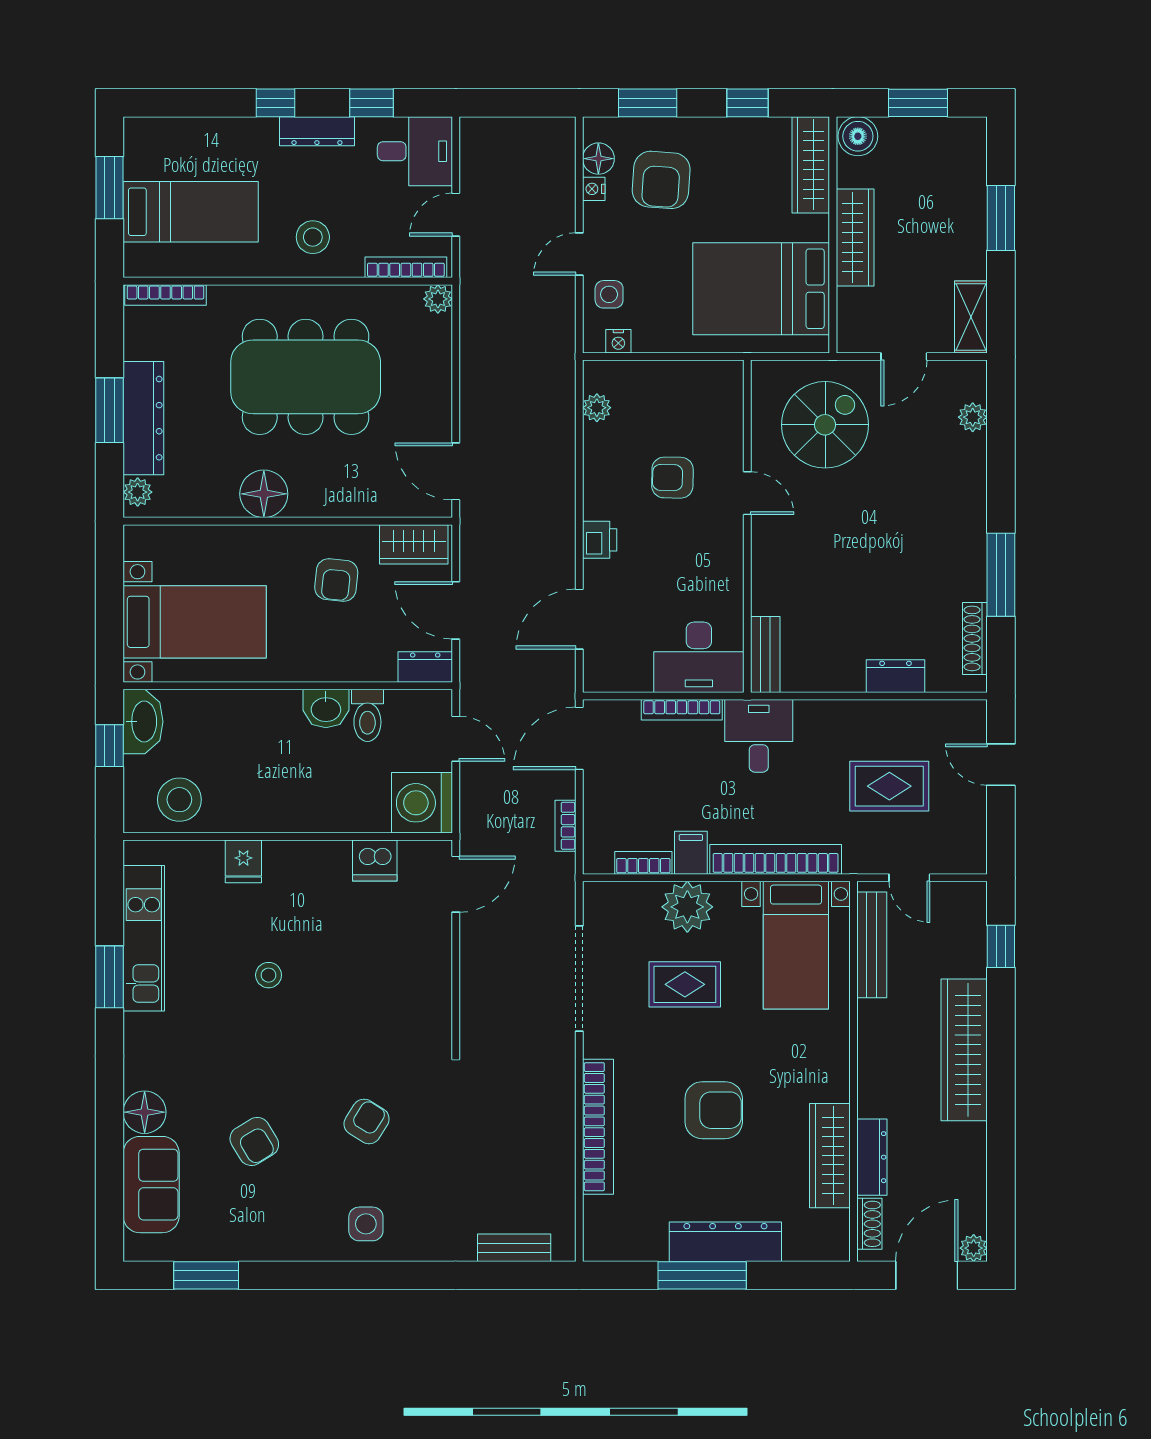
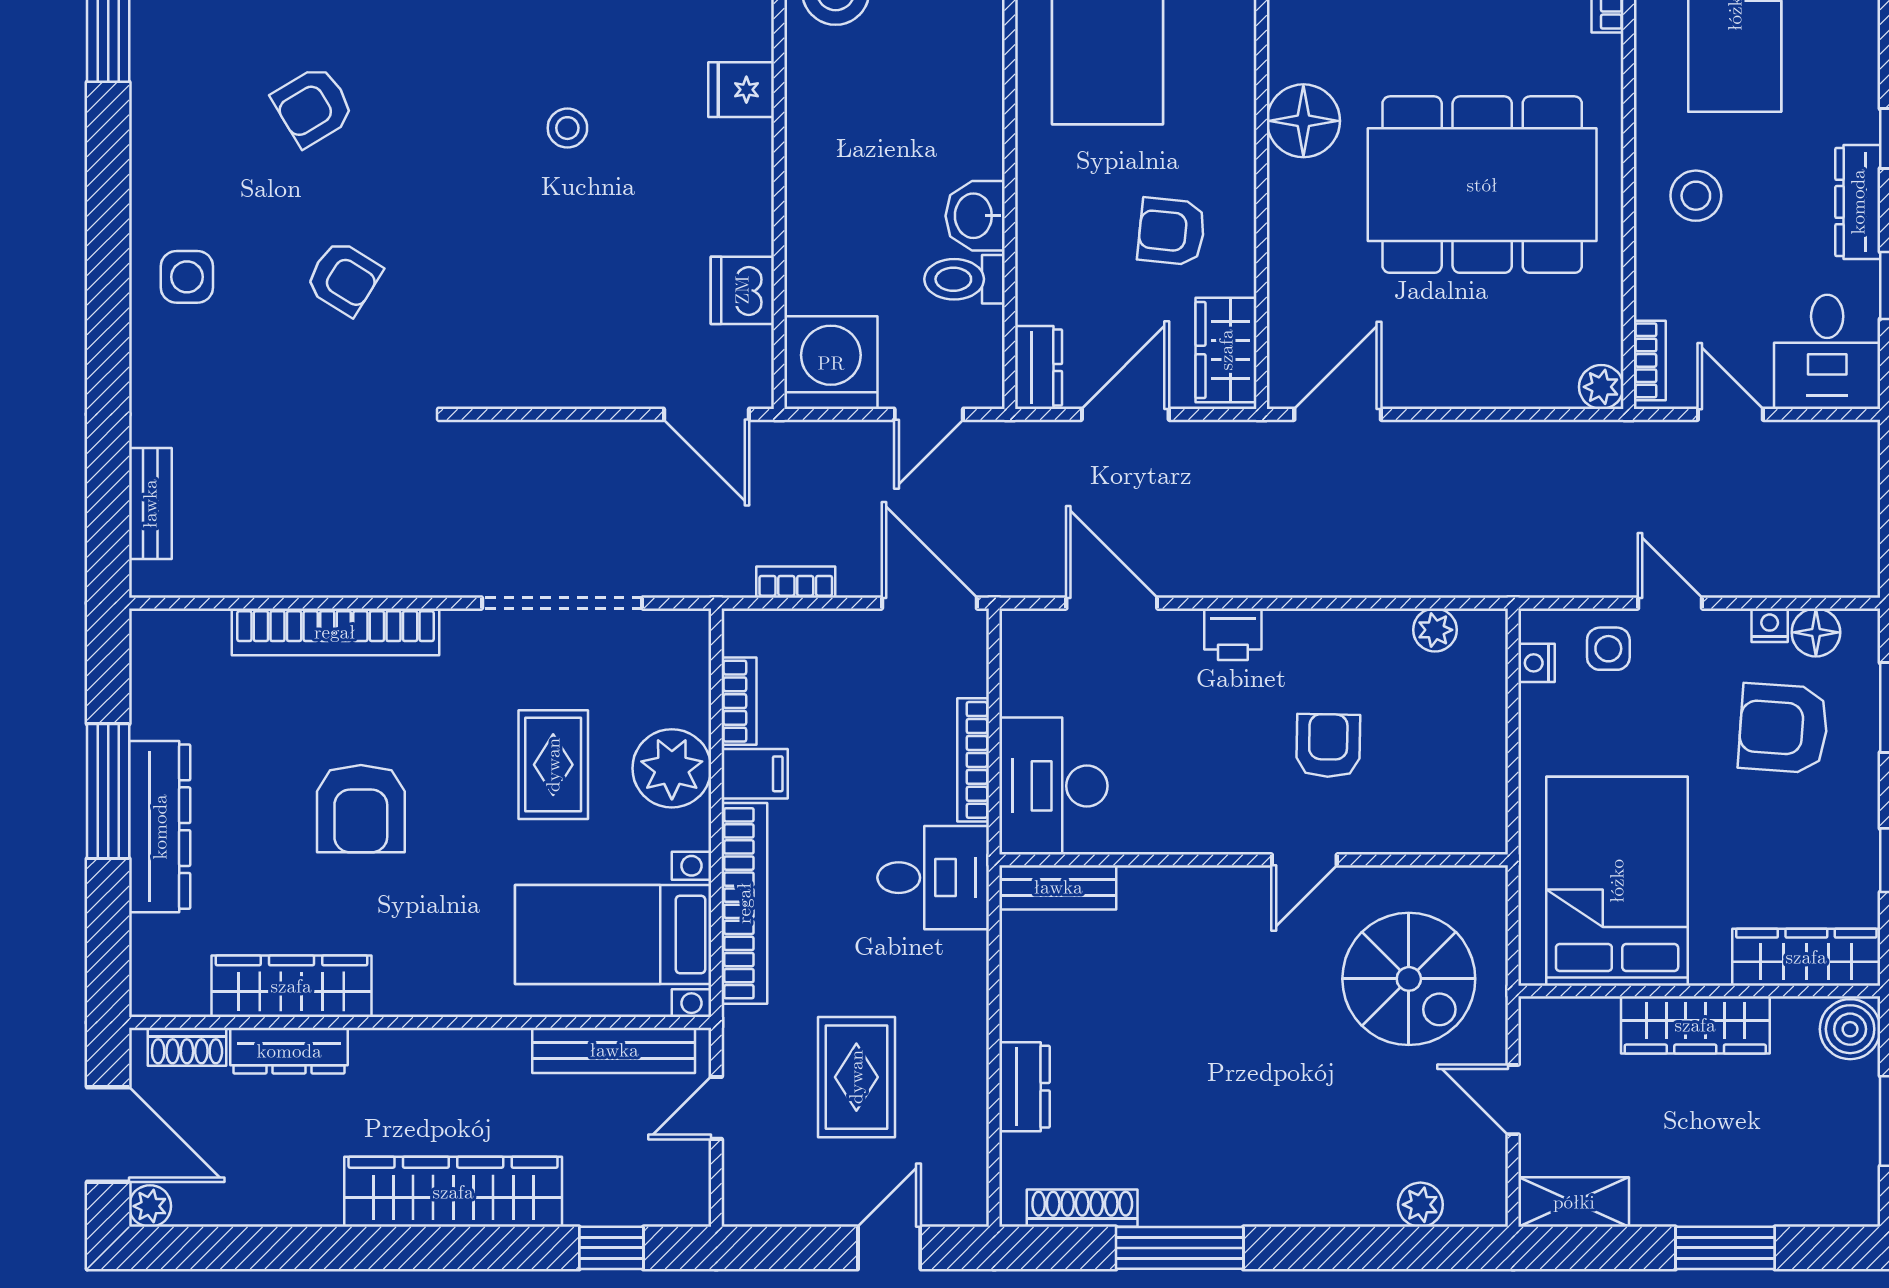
bookcase: (406, 267) -> (1650, 360), width x0.64
dining table: (306, 377) -> (1482, 185), turned 90

